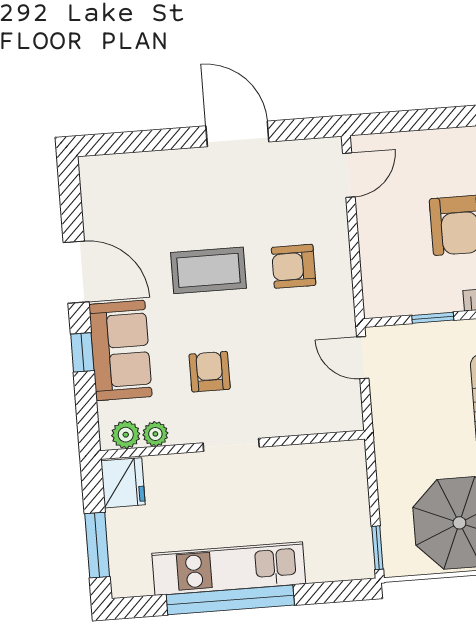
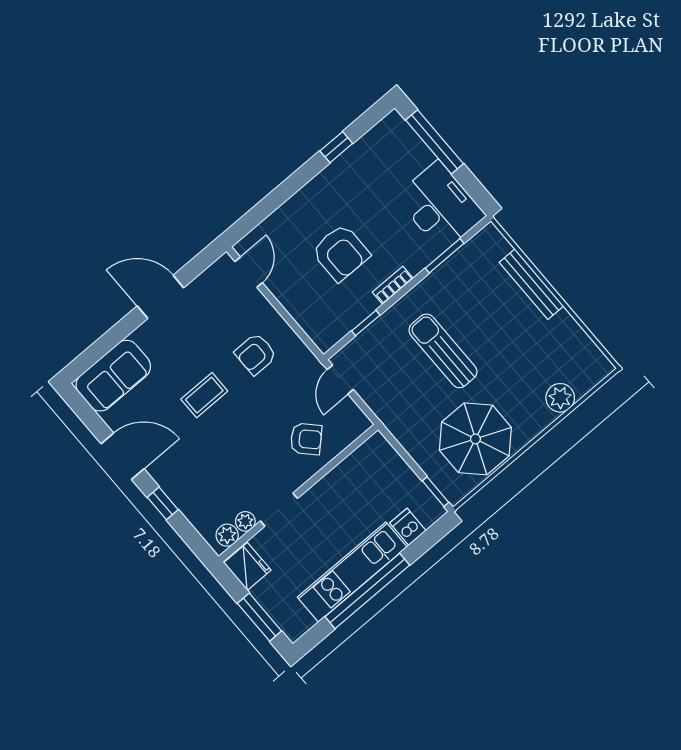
coffee table: (209, 270) -> (204, 395), width x0.73, depth x0.77
sofa: (120, 350) -> (113, 376), moved, turned 90
door: (363, 358) -> (340, 380), hinge flipped
armchair: (210, 372) -> (306, 439), moved, turned 136
doorway: (231, 445) -> (279, 510), moved
dishwasher: (322, 564) -> (408, 527), added

